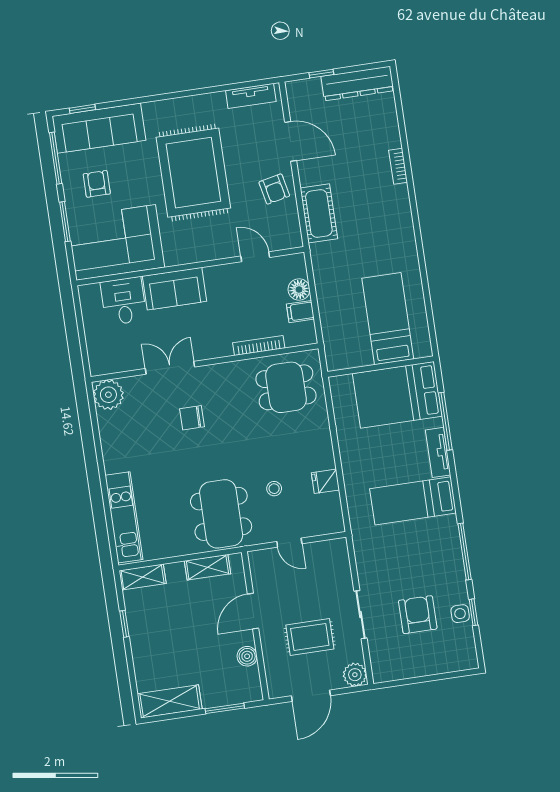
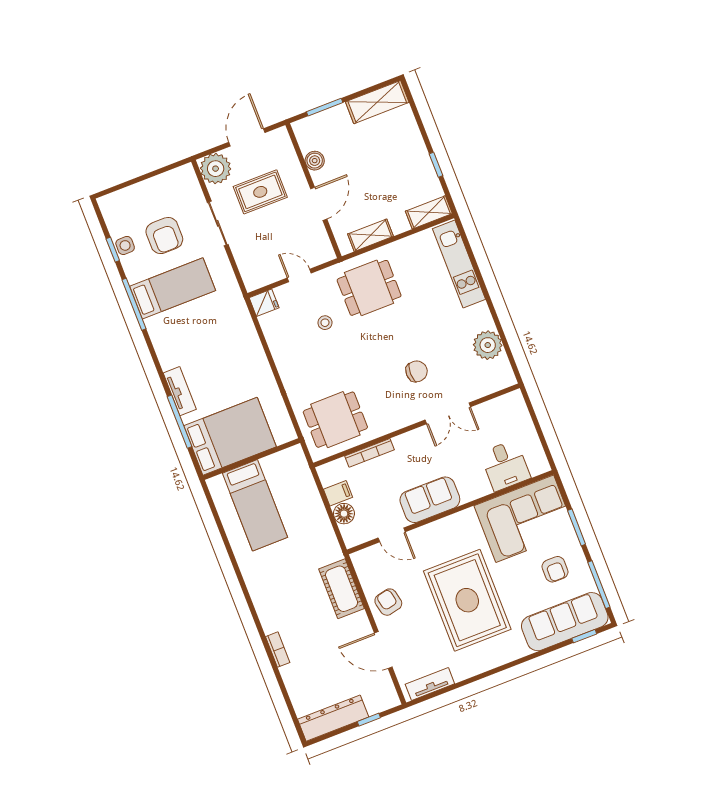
sofa: (174, 289) -> (430, 500), moved
plant: (108, 395) -> (488, 345), moved
fridge: (325, 481) -> (264, 303), moved
bed: (413, 501) -> (173, 288), moved
dining table: (221, 514) -> (369, 288), width x0.73
plant: (355, 675) -> (216, 169), width x1.36, depth x1.36

